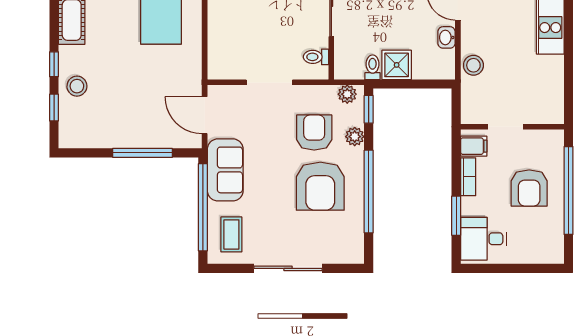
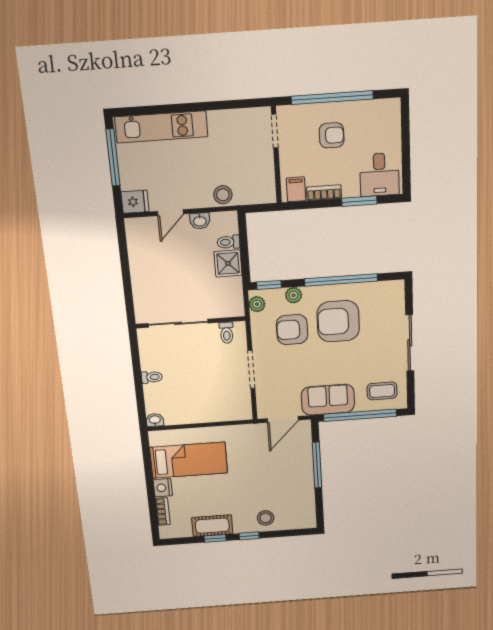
toilet: (373, 67) -> (228, 242), moved
window: (54, 108) -> (215, 538), moved
doorway: (505, 127) -> (275, 131), moved
armchair: (320, 186) -> (338, 321), turned 180
armchair: (529, 188) -> (332, 135), width x0.72, depth x0.72

